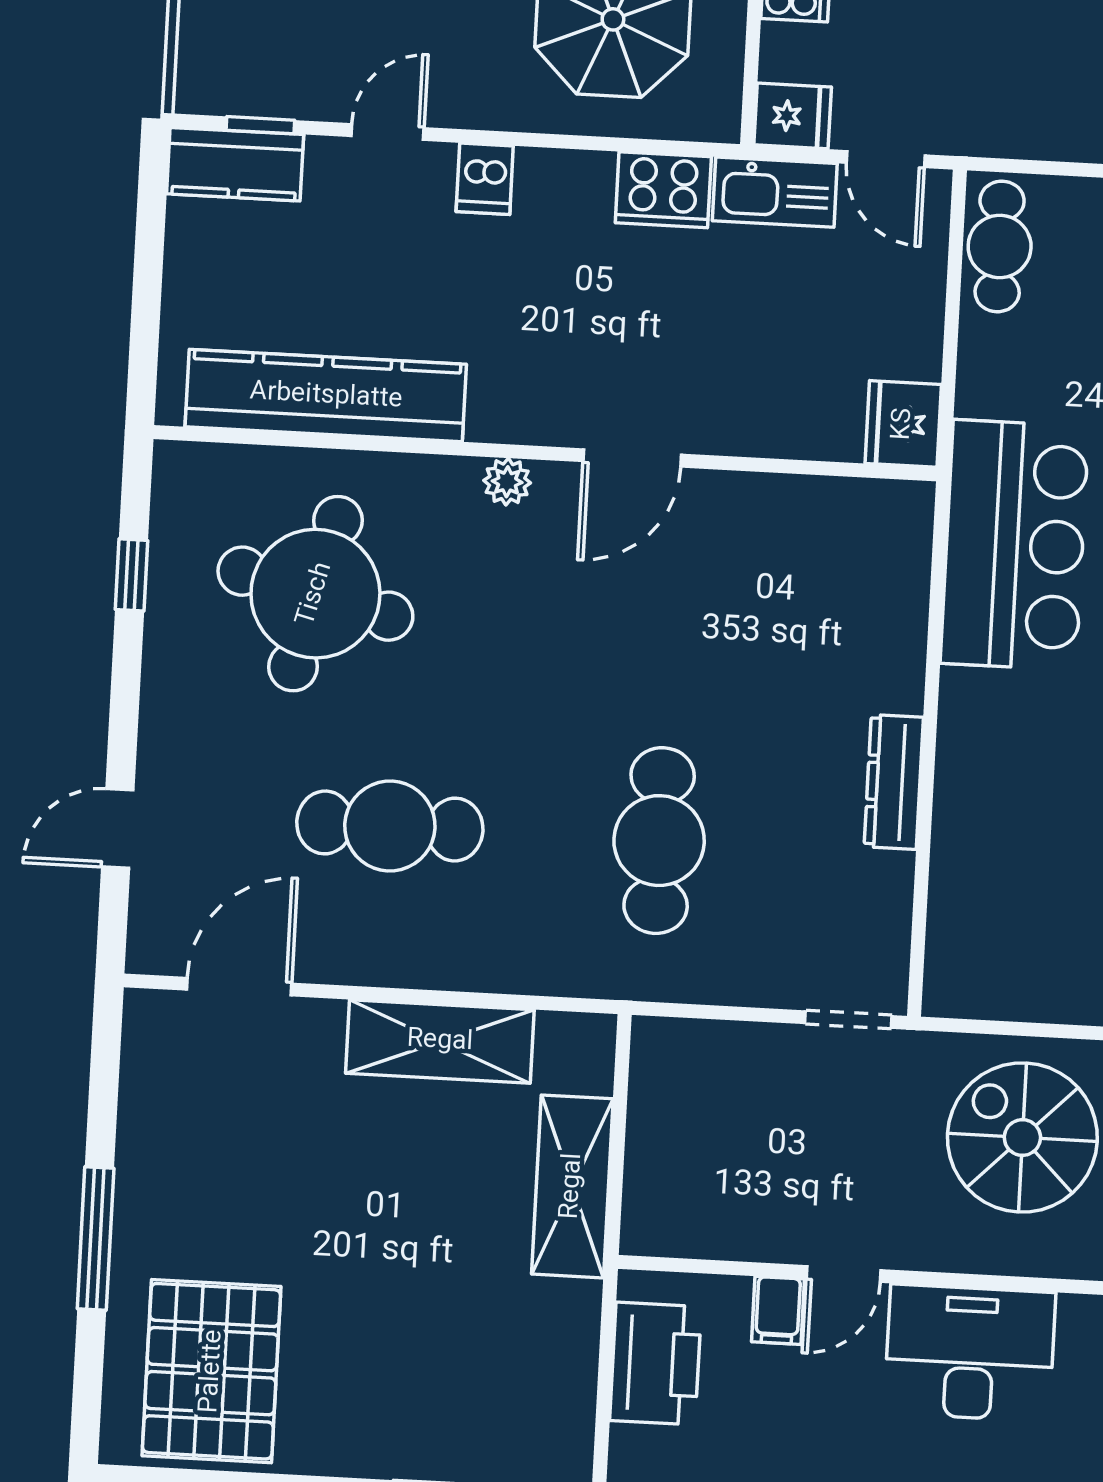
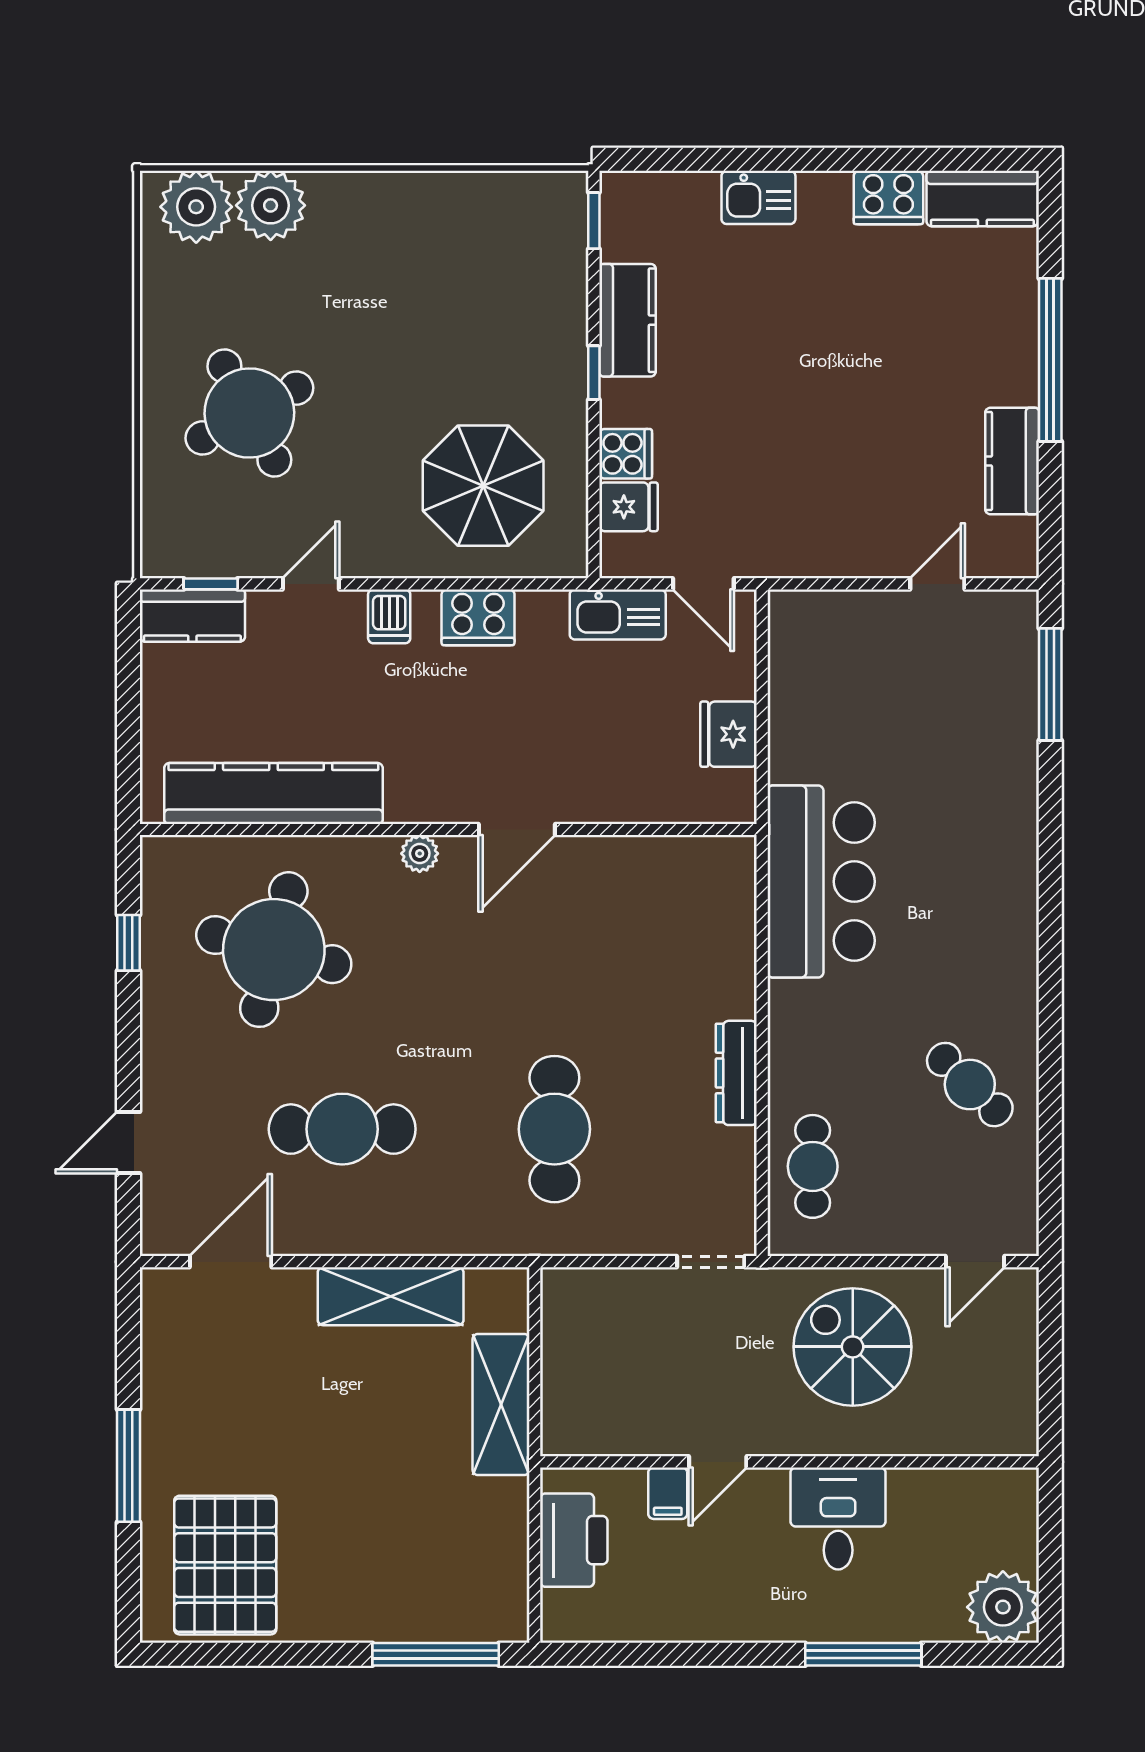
fridge: (793, 116) -> (629, 507), moved
cooker: (663, 190) -> (478, 617), moved
cafe table: (1000, 246) -> (813, 1166), moved
fridge: (903, 424) -> (729, 734), moved
desk: (970, 1353) -> (838, 1518), width x0.73

